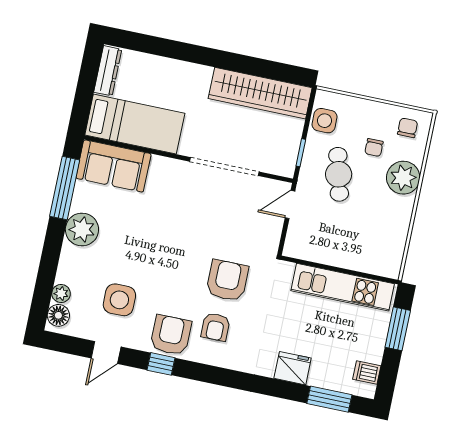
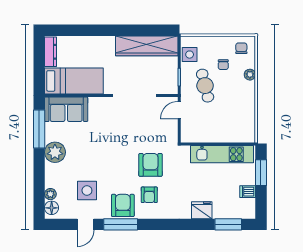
plant: (403, 178) -> (250, 75), width x0.53, depth x0.53
window: (161, 364) -> (121, 224), width x2.17
dishwasher: (367, 373) -> (248, 192), moved

